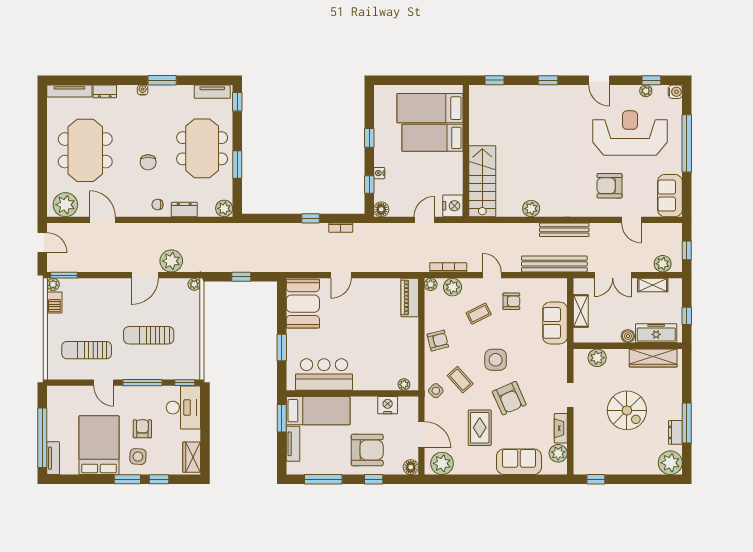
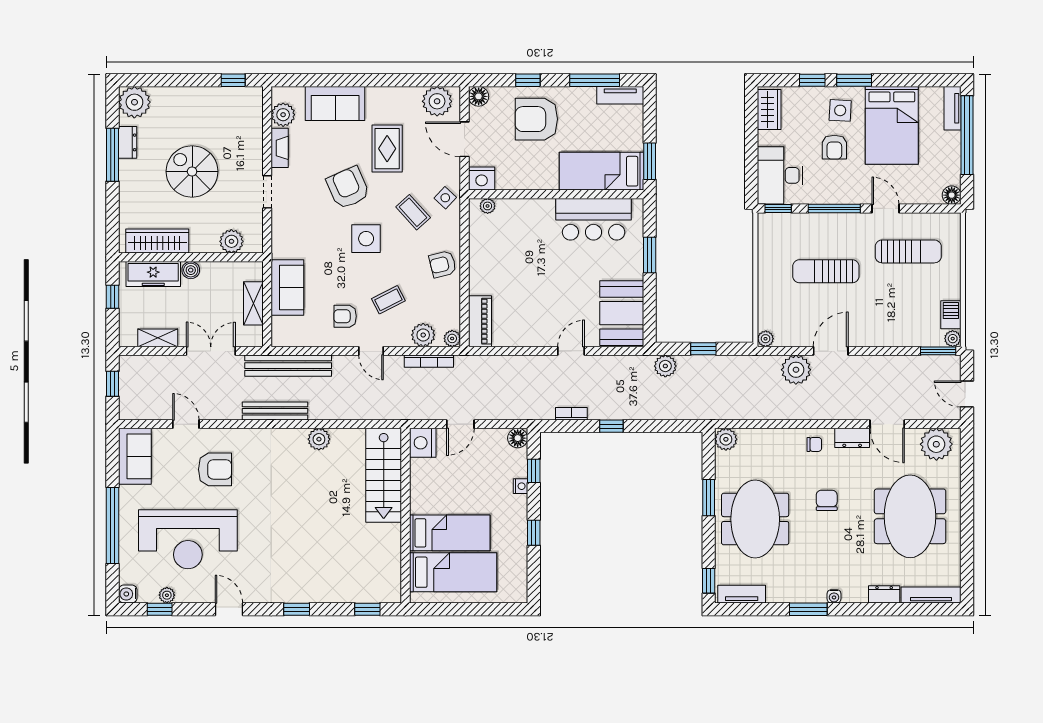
dresser: (184, 210) -> (852, 438), moved
plant: (663, 264) -> (665, 366), moved
sun lounger: (149, 335) -> (826, 271), turned 180
floor lamp: (54, 393) -> (952, 195), added
nightstand: (388, 405) -> (482, 178), moved
tv unit: (293, 444) -> (620, 95), moved, turned -90

